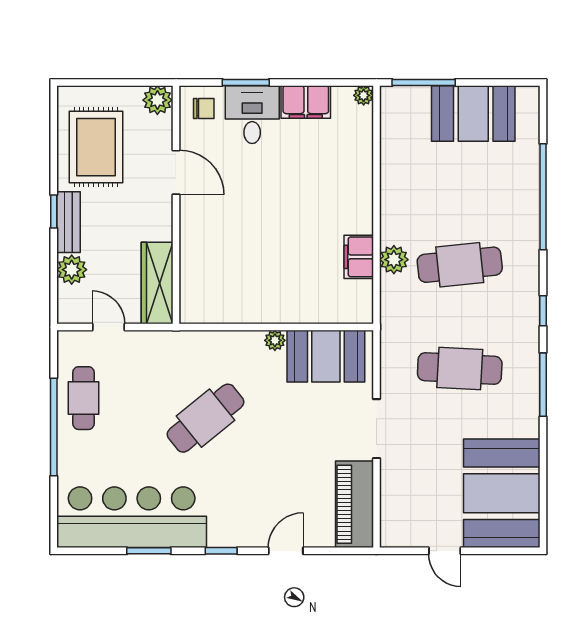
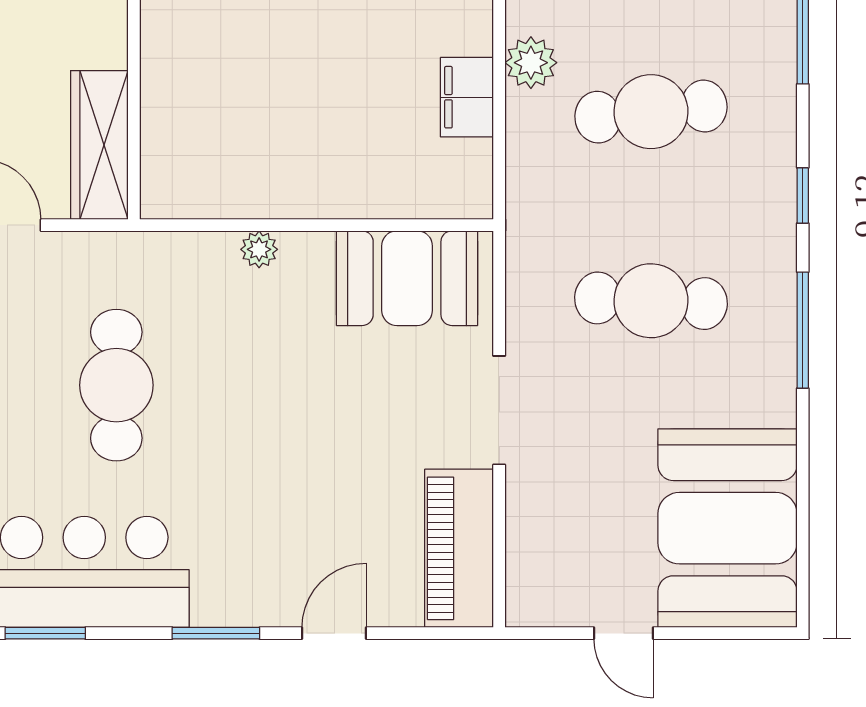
plant: (394, 260) -> (531, 63), moved
plant: (275, 340) -> (259, 249), moved
cafe table: (205, 418) -> (116, 385), moved, turned -51
window: (149, 551) -> (45, 633), moved
window: (221, 551) -> (216, 633), width x1.50

